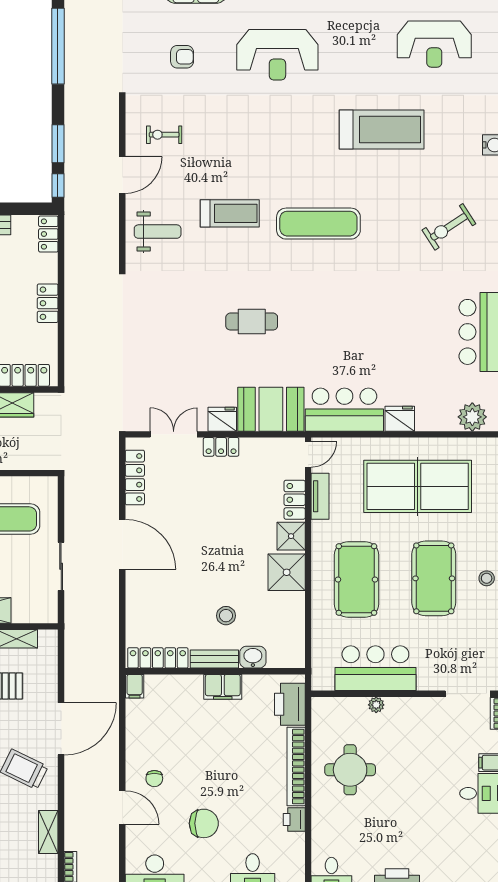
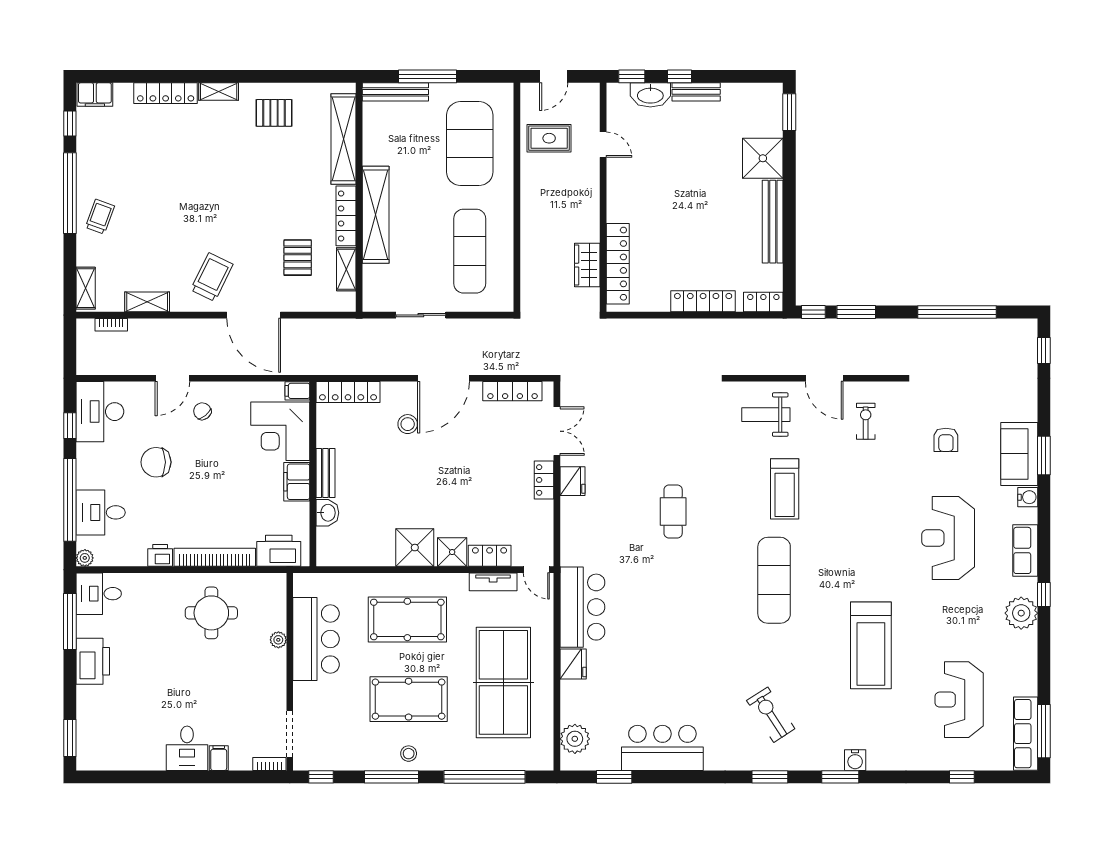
weight bench: (158, 232) -> (766, 415), turned 90
locker: (48, 303) -> (703, 301), width x1.53
booth: (271, 409) -> (583, 531), removed
stool: (226, 616) -> (408, 424), moved
locker: (158, 658) -> (348, 392), moved, turned 90
corner desk: (174, 703) -> (280, 431), added
chair: (154, 779) -> (202, 411), turned 51
chair: (204, 823) -> (156, 462), turned 90

